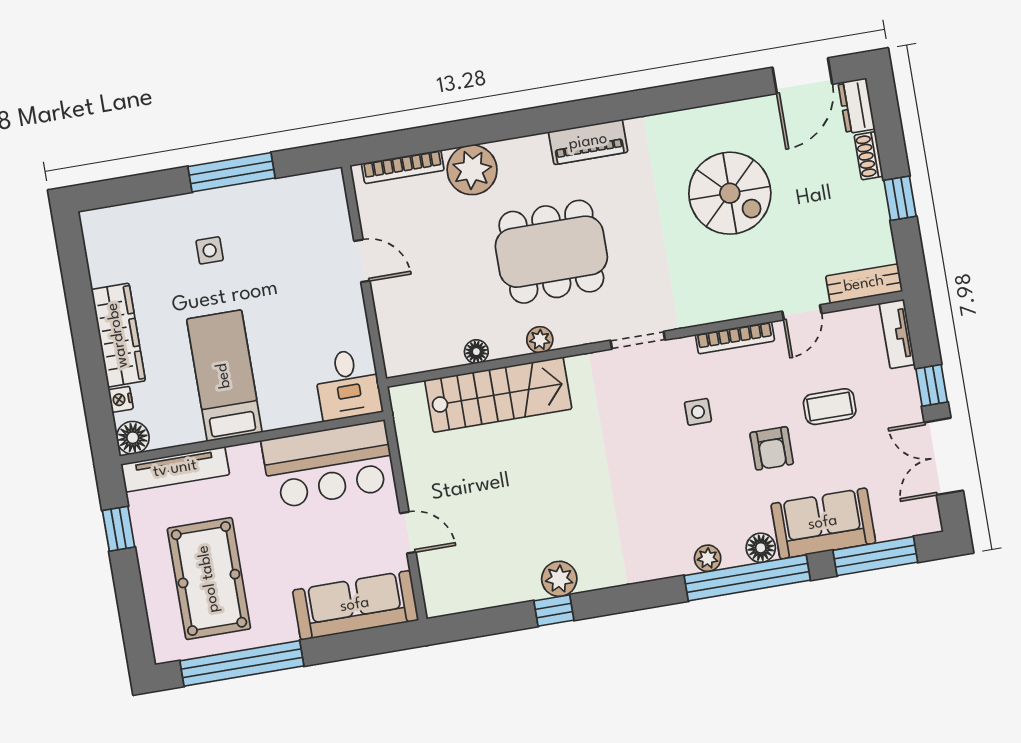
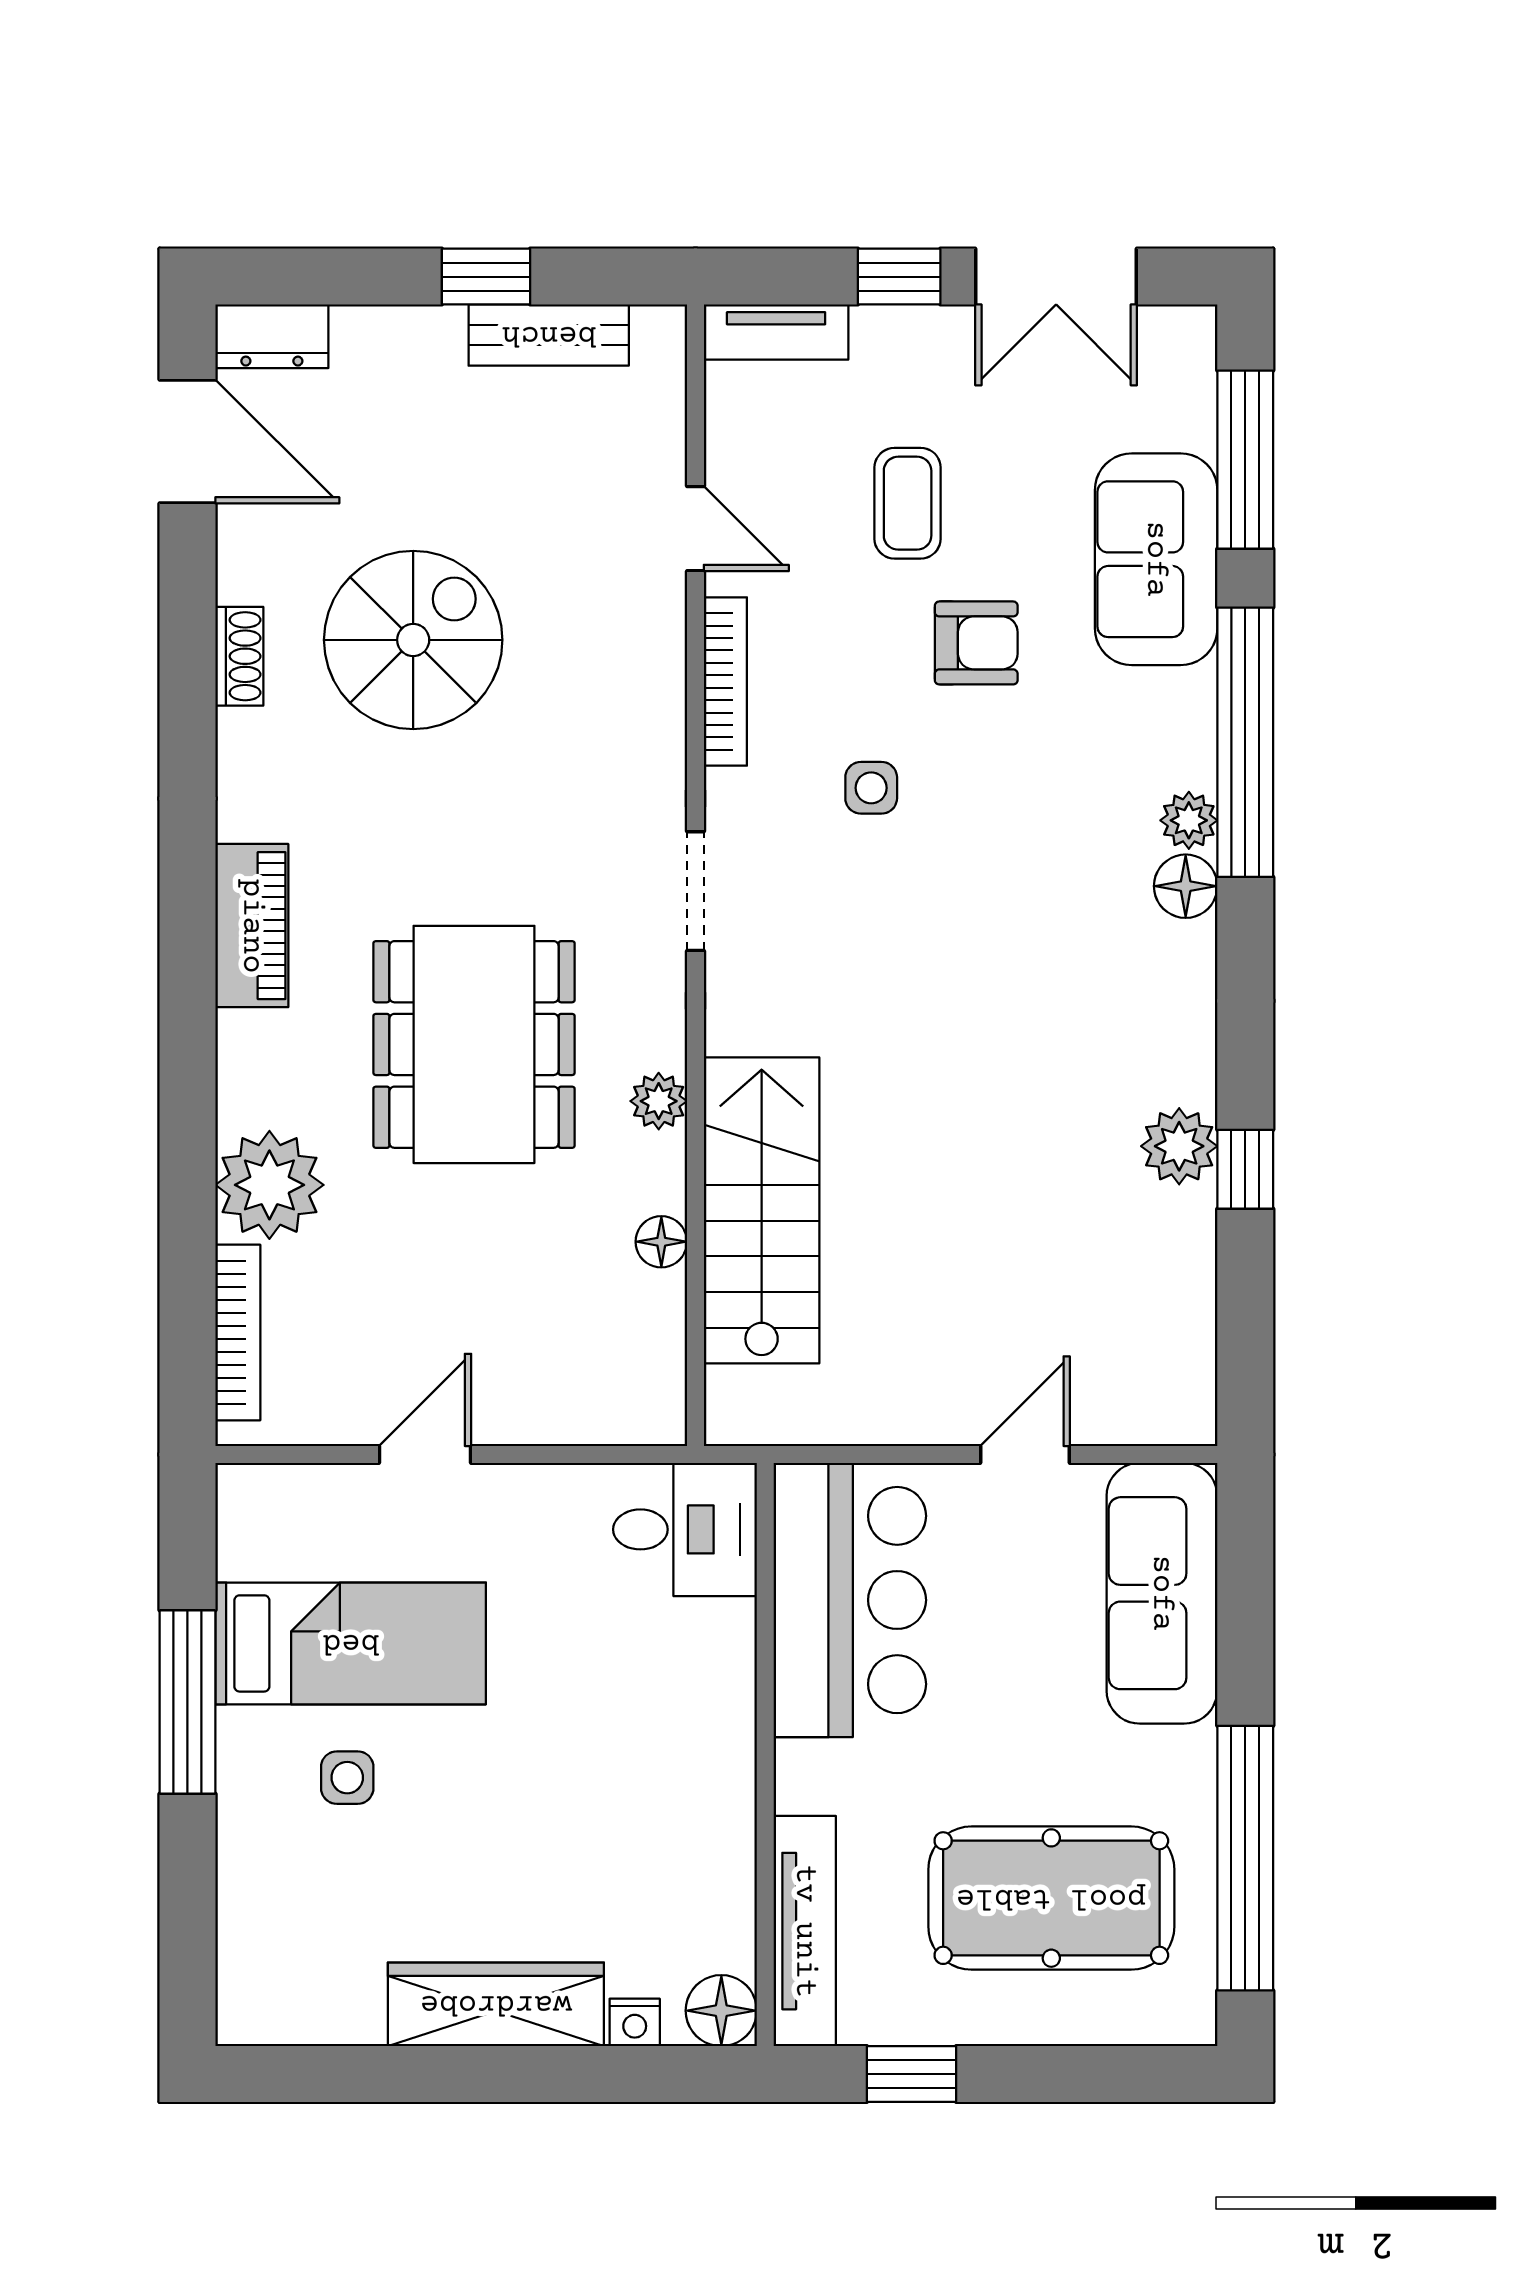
shoe rack: (869, 156) -> (239, 656), moved, turned -90
bench: (864, 284) -> (549, 335), moved, turned 90
bed: (224, 376) -> (351, 1643), moved, turned 180
floor lamp: (761, 548) -> (1186, 886), moved

